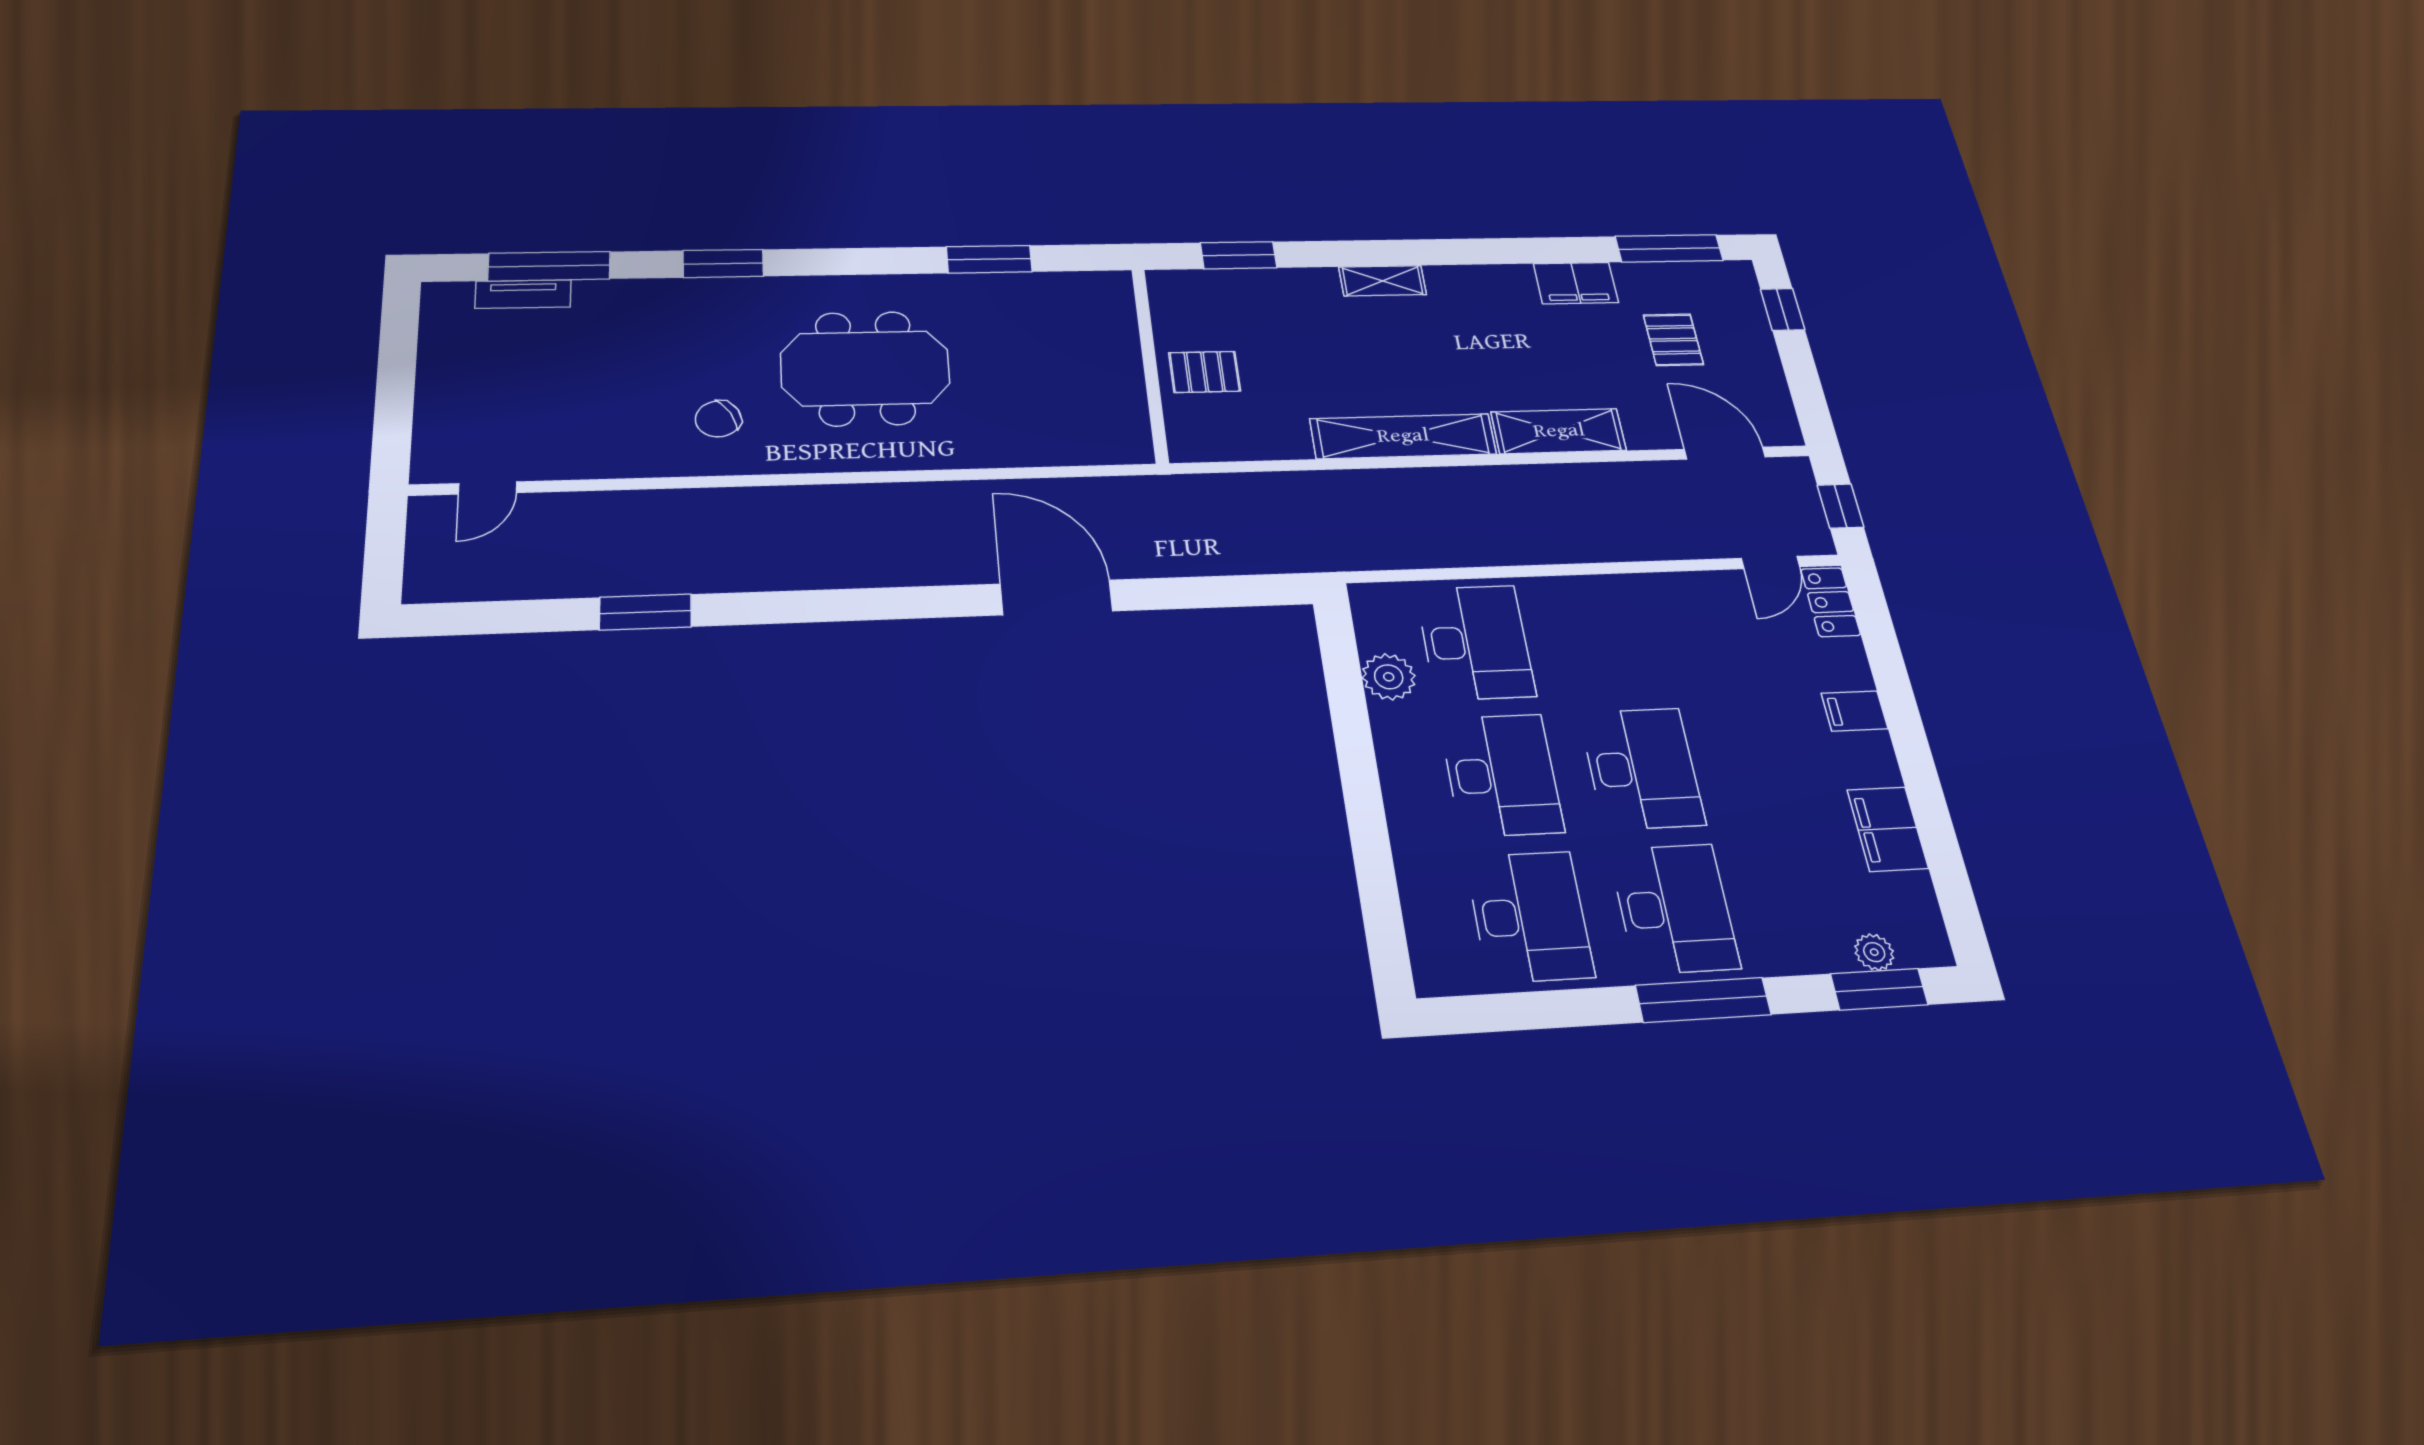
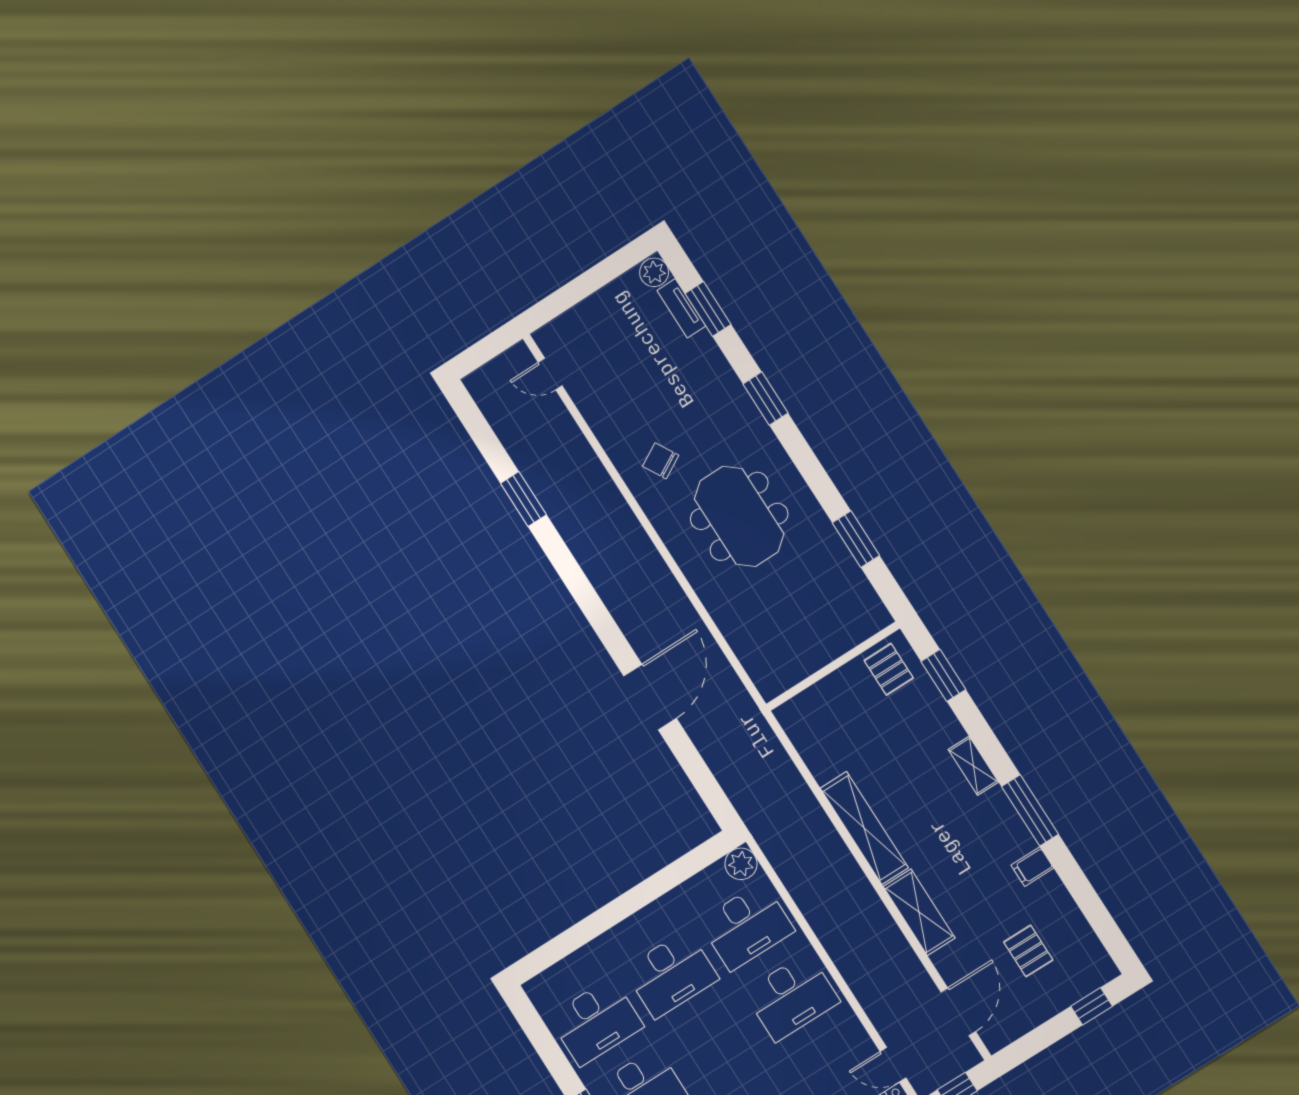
window: (1669, 248) -> (1030, 810), moved
window: (549, 266) -> (708, 309), width x0.69
filing cabinet: (1576, 283) -> (1032, 867), width x0.50
plant: (447, 300) -> (654, 272), added
pallet: (1673, 340) -> (1028, 951), turned 90
pallet: (1205, 372) -> (889, 669), moved
plant: (1389, 677) -> (741, 864), moved
desk: (1642, 768) -> (792, 997), moved

